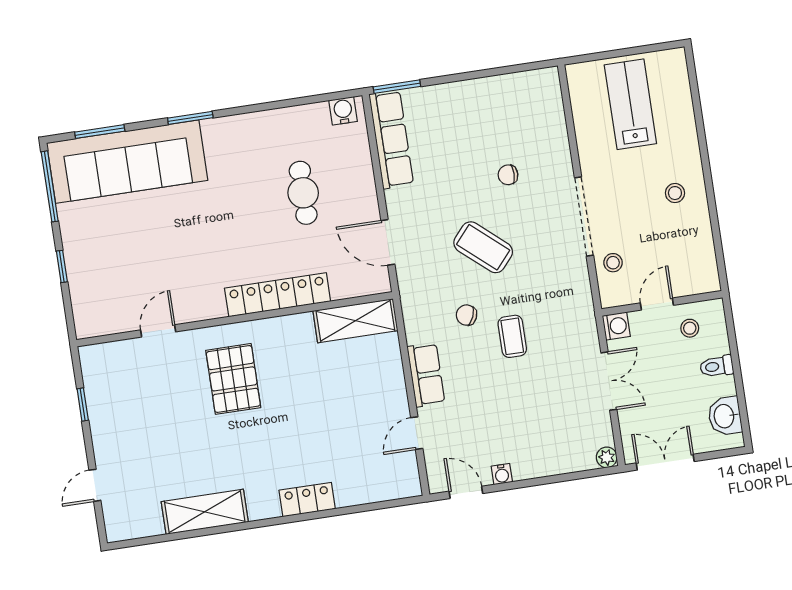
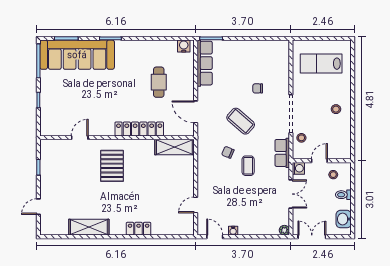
lab bench: (630, 104) -> (321, 64), turned -90
row of seats: (426, 375) -> (282, 153), moved, turned 180

